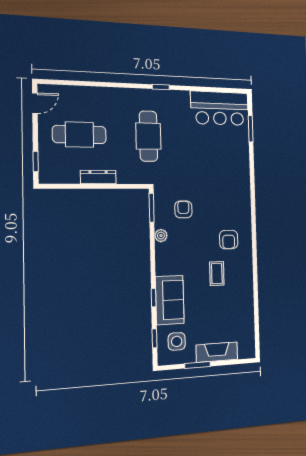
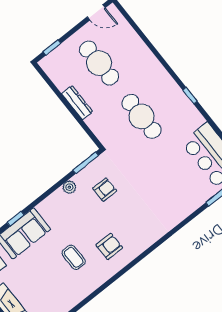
cafe table: (148, 136) -> (142, 116), turned 90
armchair: (229, 240) -> (109, 246), turned 180
coffee table: (217, 274) -> (74, 257), turned 90

